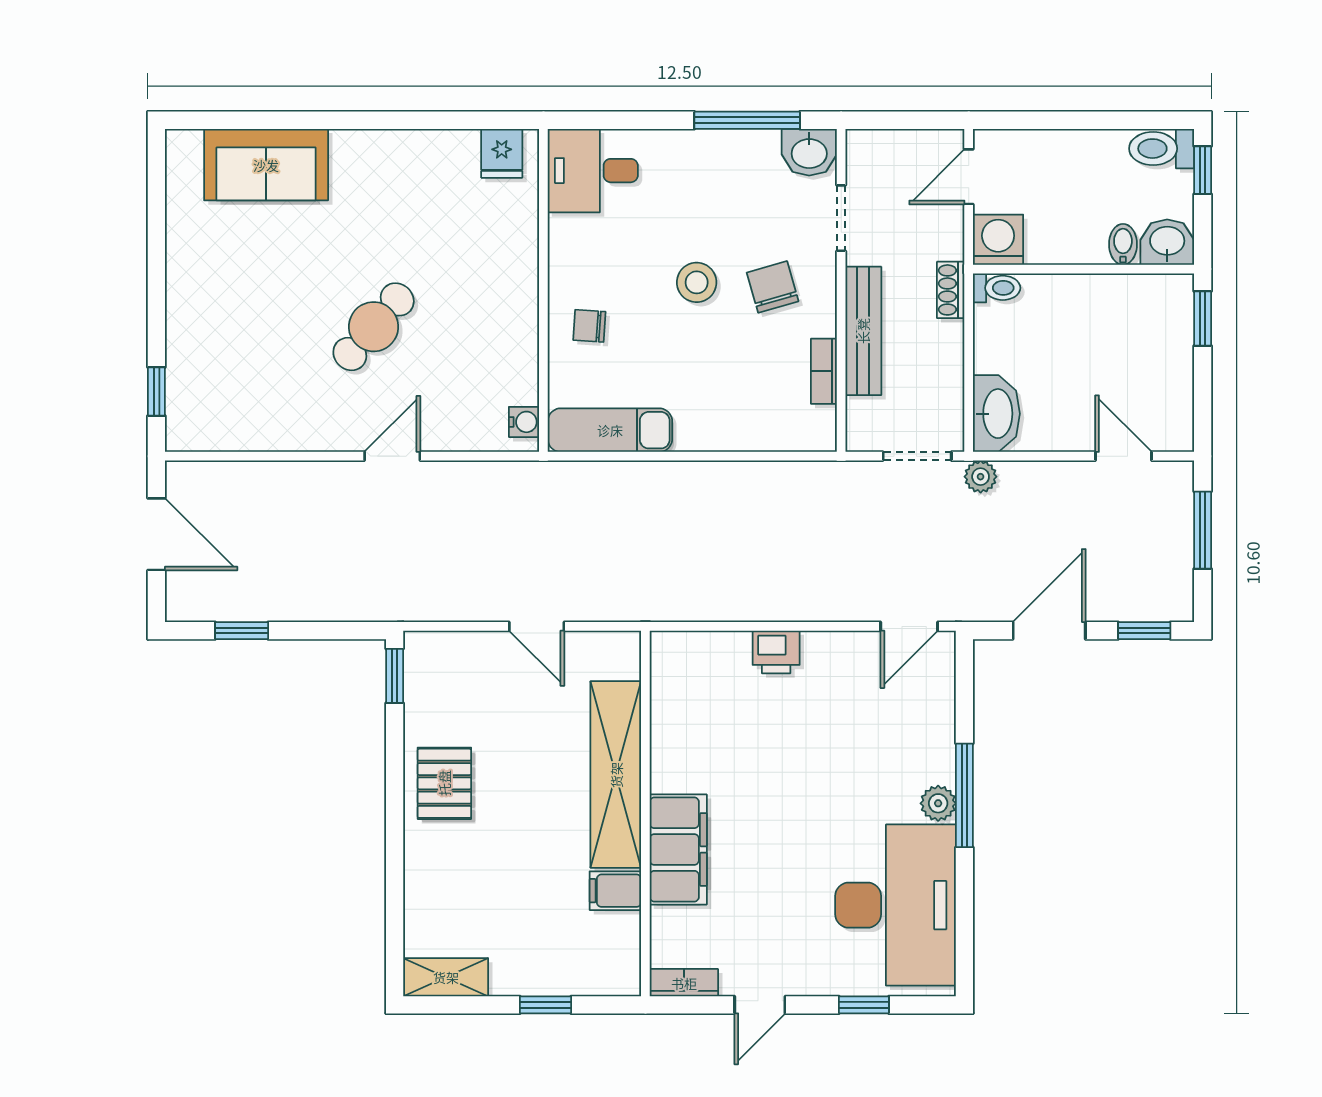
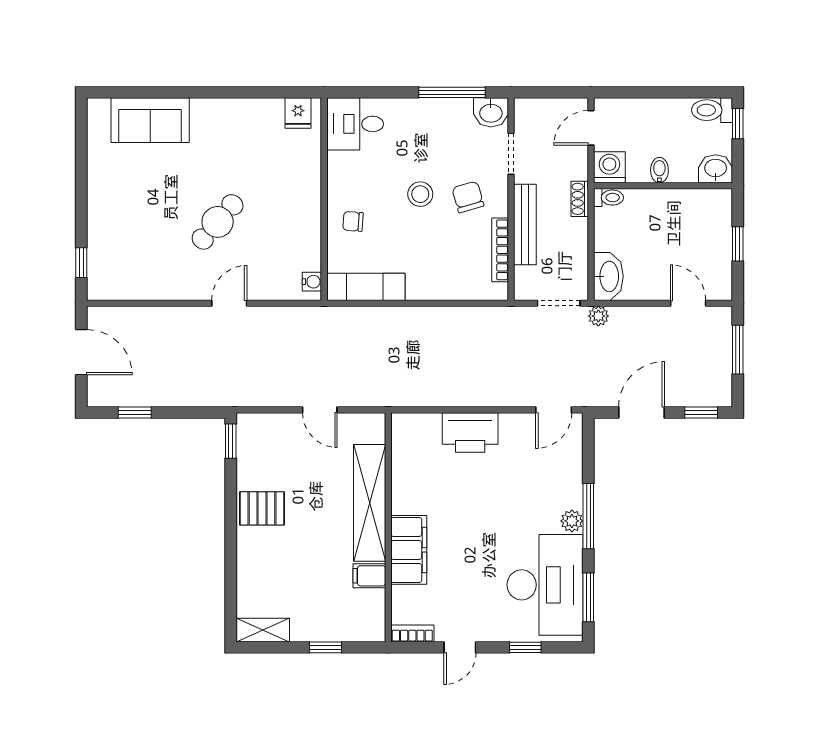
bidet: (1123, 244) -> (659, 170), moved
window: (1203, 318) -> (738, 244), moved
bookcase: (824, 371) -> (500, 250), width x1.56
printer: (776, 652) -> (470, 433), width x1.87, depth x1.48
pallet: (444, 783) -> (262, 508), turned 90
window: (964, 925) -> (588, 597), added

